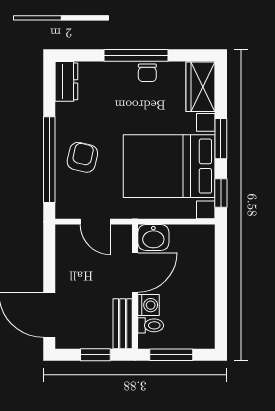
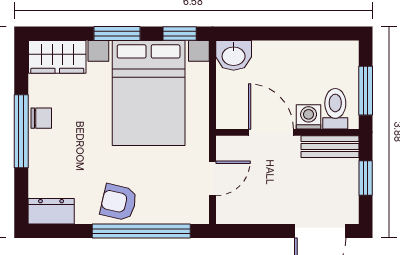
armchair: (82, 157) -> (119, 202), moved
washbasin: (153, 238) -> (234, 55), moved, turned 90
toilet: (151, 325) -> (335, 109), width x1.37, depth x1.39

